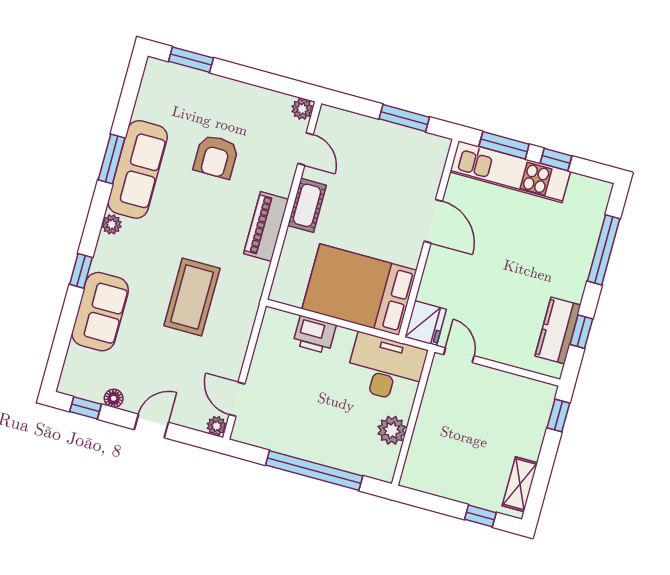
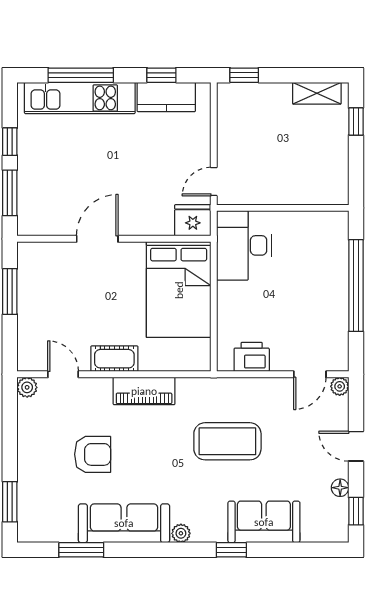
door: (305, 149) -> (63, 374), hinge flipped
window: (112, 159) -> (81, 550), moved
kitchen unit: (510, 172) -> (80, 98), moved, turned 90
printer: (314, 335) -> (252, 357), moved, turned -90
plant: (392, 430) -> (300, 224), removed

